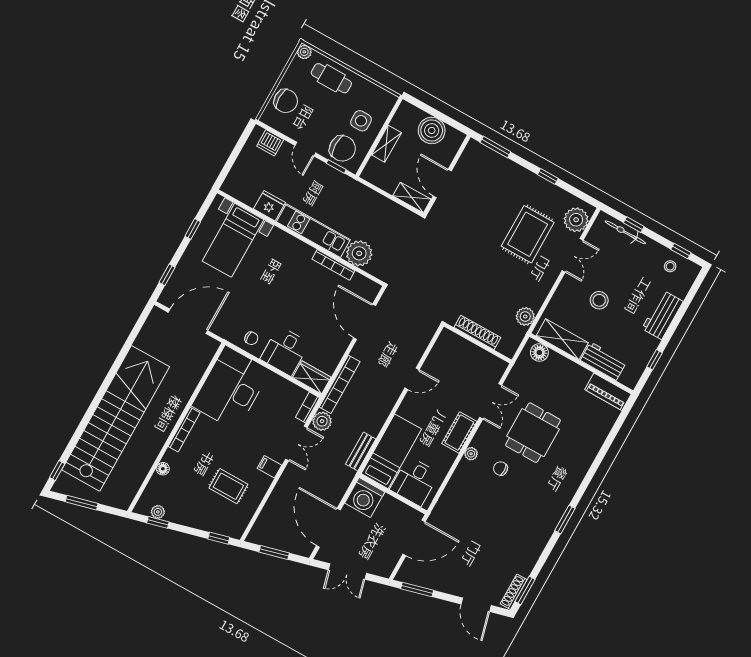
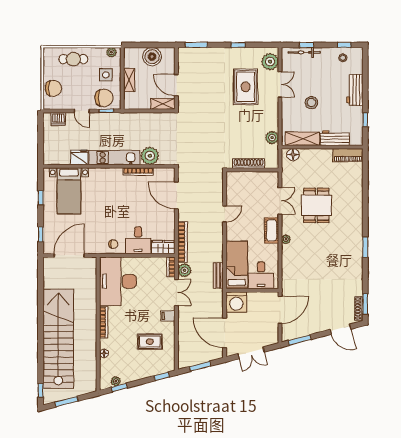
plant: (304, 52) -> (111, 52), moved
chair: (500, 469) -> (309, 238), removed

